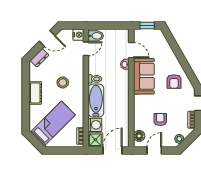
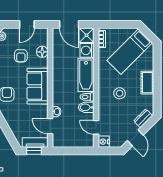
tv unit: (146, 34) -> (35, 143), added
bidet: (96, 36) -> (86, 107), moved
door: (47, 38) -> (135, 138), swing flipped
door: (86, 49) -> (96, 127), hinge flipped
sofa: (144, 76) -> (37, 86), moved
floor lamp: (139, 136) -> (42, 52), moved
door: (113, 150) -> (69, 24), hinge flipped

